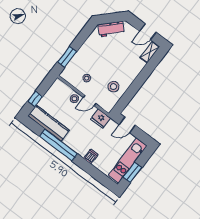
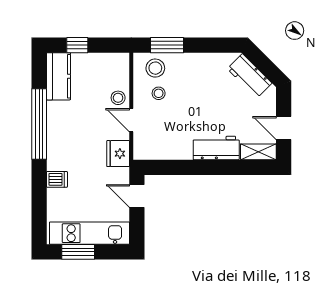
workbench: (133, 71) -> (216, 148), added
stool: (113, 87) -> (155, 68), moved
kitchen counter: (49, 123) -> (59, 76), width x0.67

